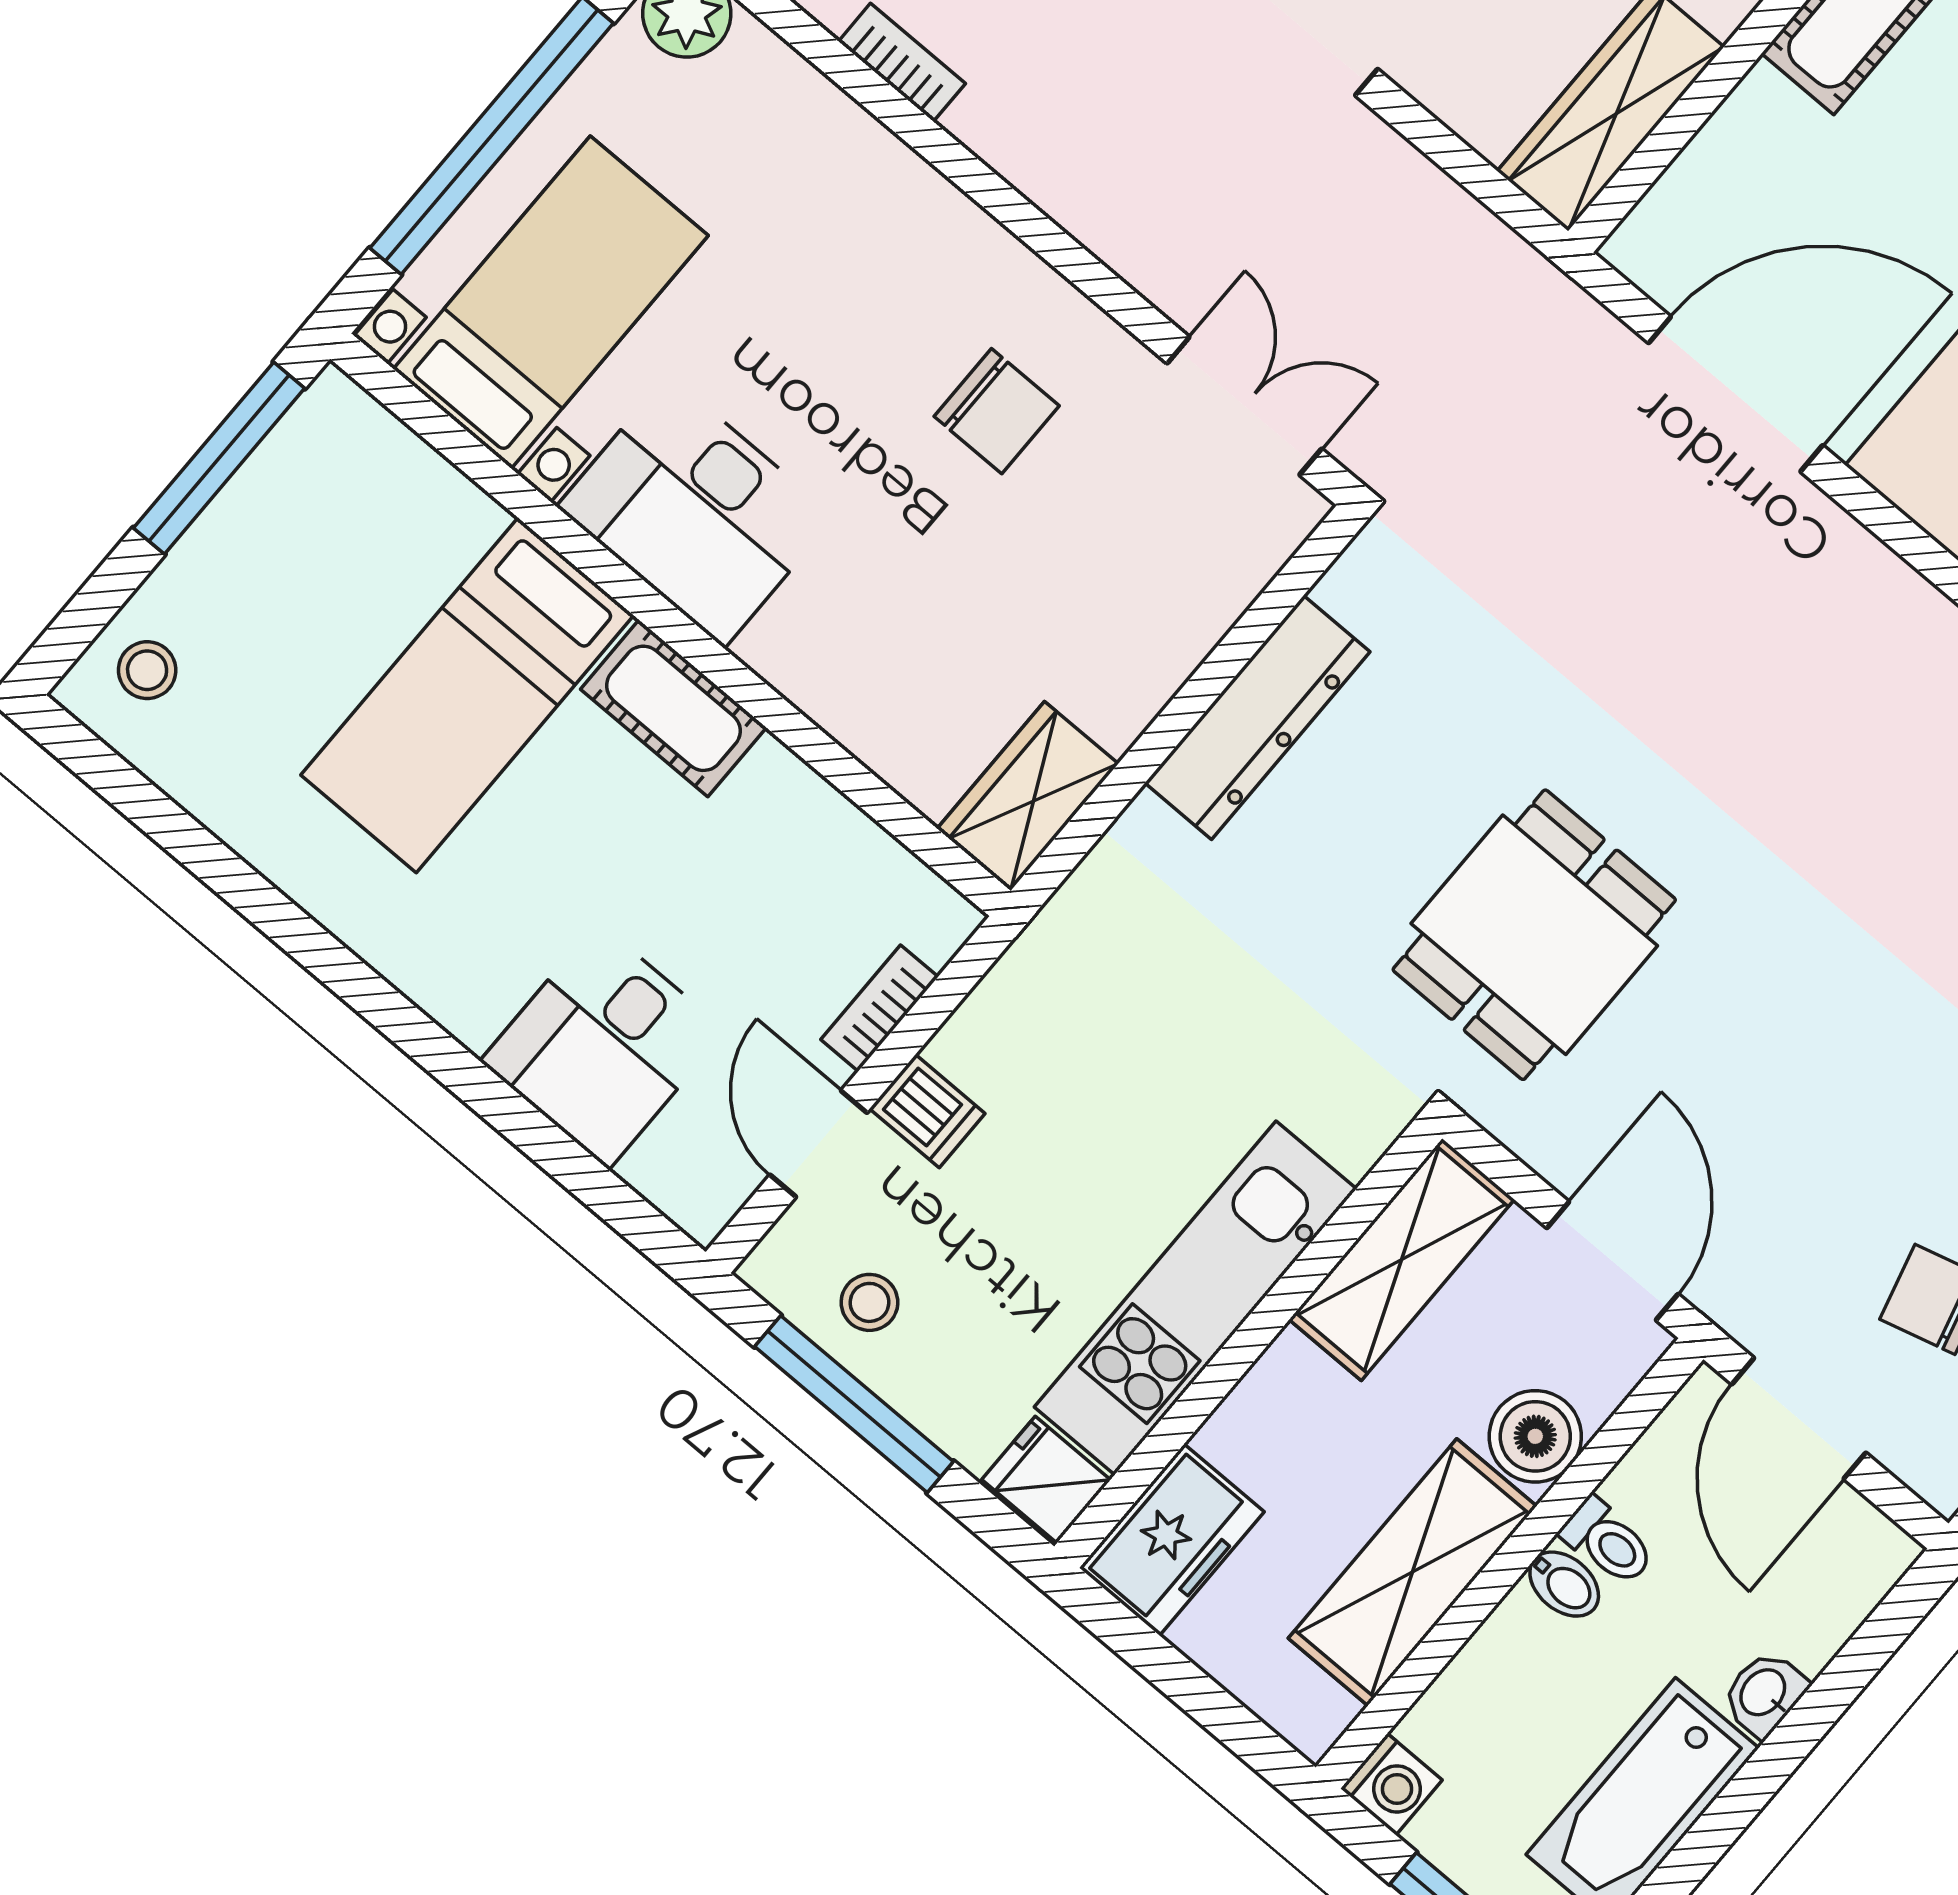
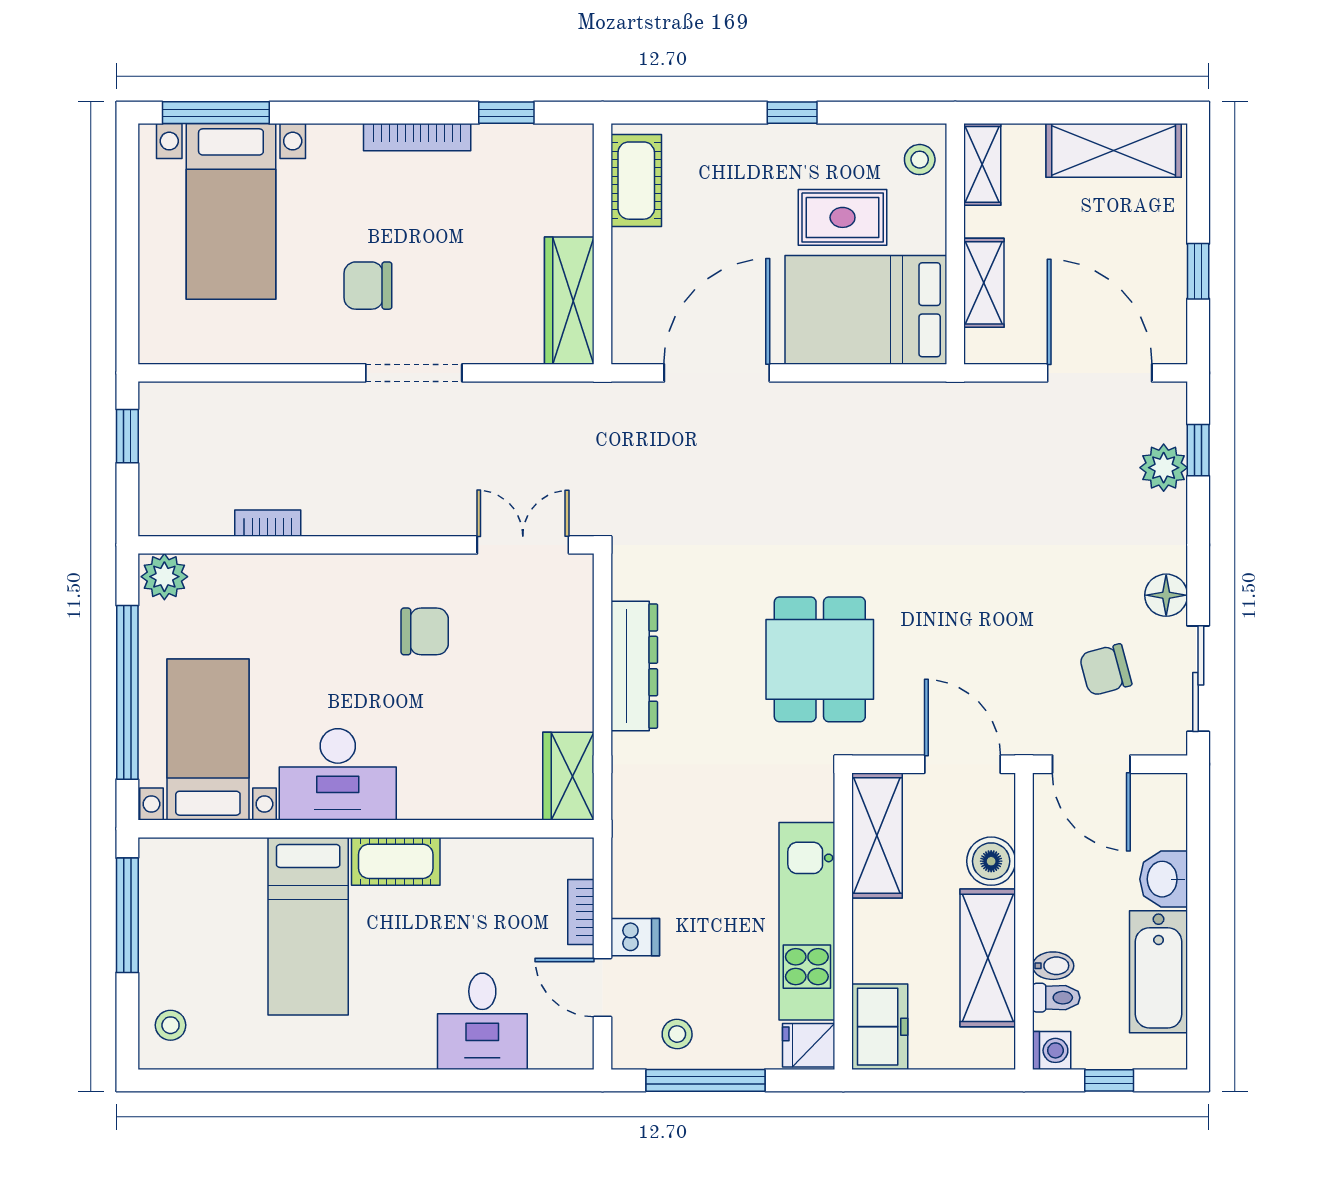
toilet: (1608, 1542) -> (1056, 998), moved
bidet: (1564, 1584) -> (1053, 966), moved
washbasin: (1764, 1693) -> (1164, 879), width x1.38, depth x1.45

